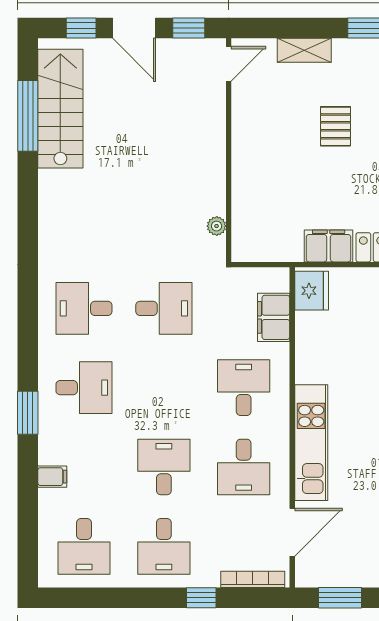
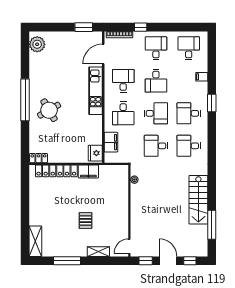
stairs: (60, 109) -> (198, 200), moved
desk: (84, 308) -> (189, 146), turned 180
desk: (164, 388) -> (156, 113), added

